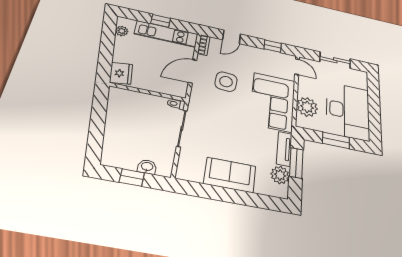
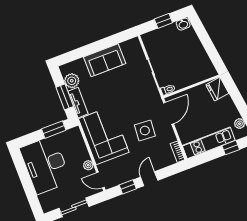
window: (161, 21) -> (231, 148), moved
door: (232, 37) -> (149, 179), moved
door: (192, 71) -> (169, 113), moved
plant: (307, 107) -> (88, 165), moved, width x0.53, depth x0.53
window: (336, 140) -> (54, 130), moved
washbasin: (147, 167) -> (183, 24), moved

